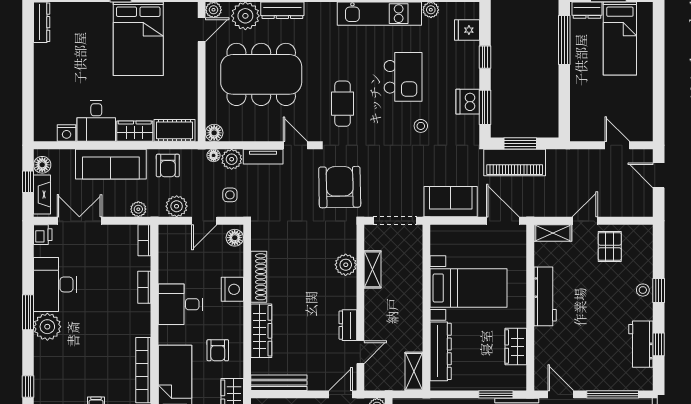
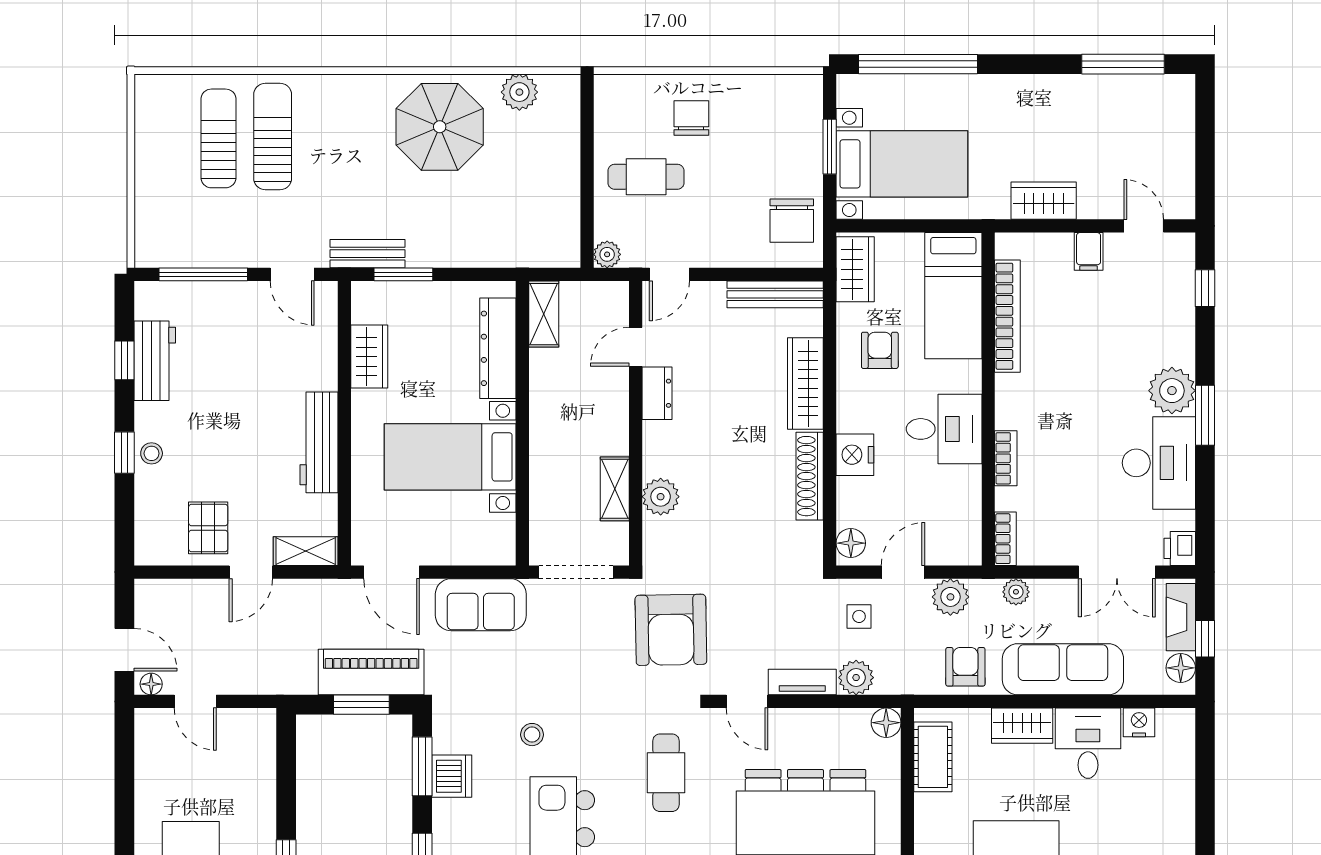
cot: (175, 130) -> (933, 757), moved, turned 90
floor lamp: (214, 155) -> (151, 684), moved

